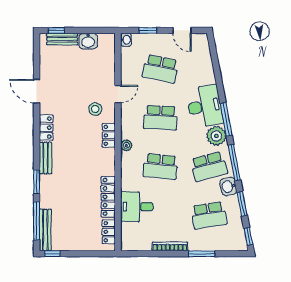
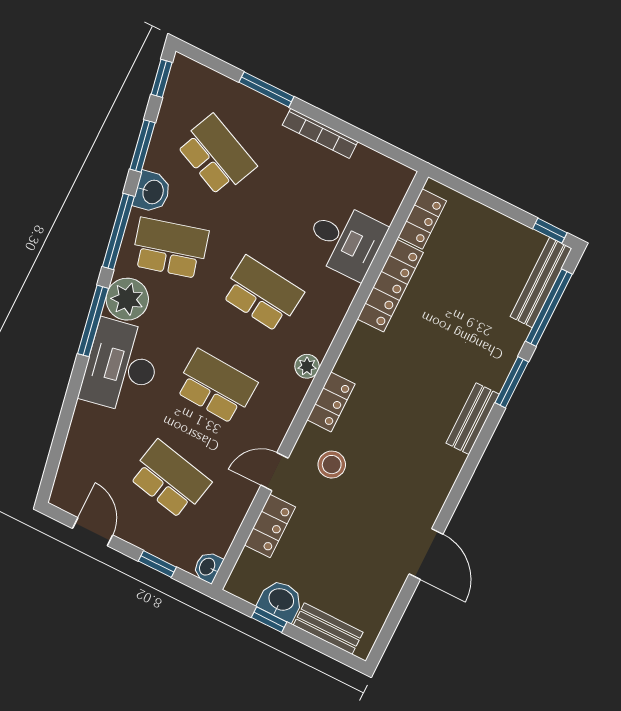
window: (56, 30) -> (269, 620), moved
locker: (46, 128) -> (270, 526), moved, turned 180
school desk: (209, 215) -> (216, 155), turned 33

